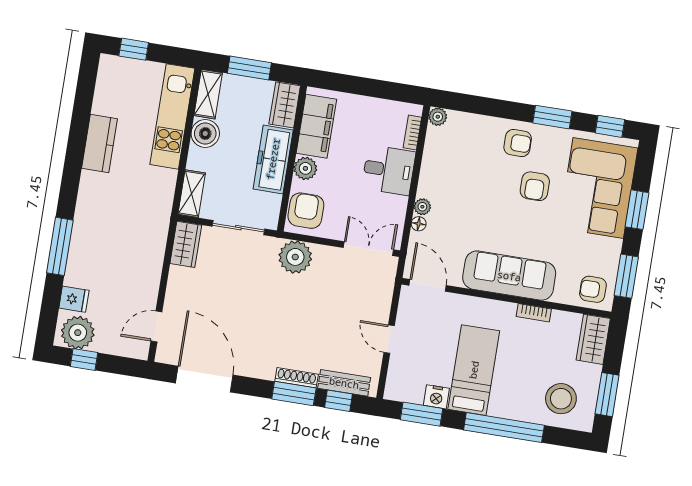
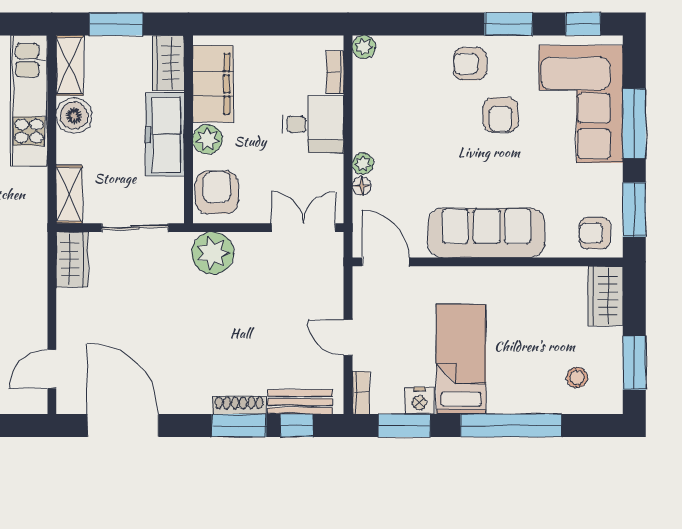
armchair: (518, 143) -> (470, 64), turned 180
window: (637, 210) -> (634, 124), width x1.44
bookcase: (534, 313) -> (361, 393), moved, turned -90
stool: (561, 399) -> (577, 377), width x0.53, depth x0.53

